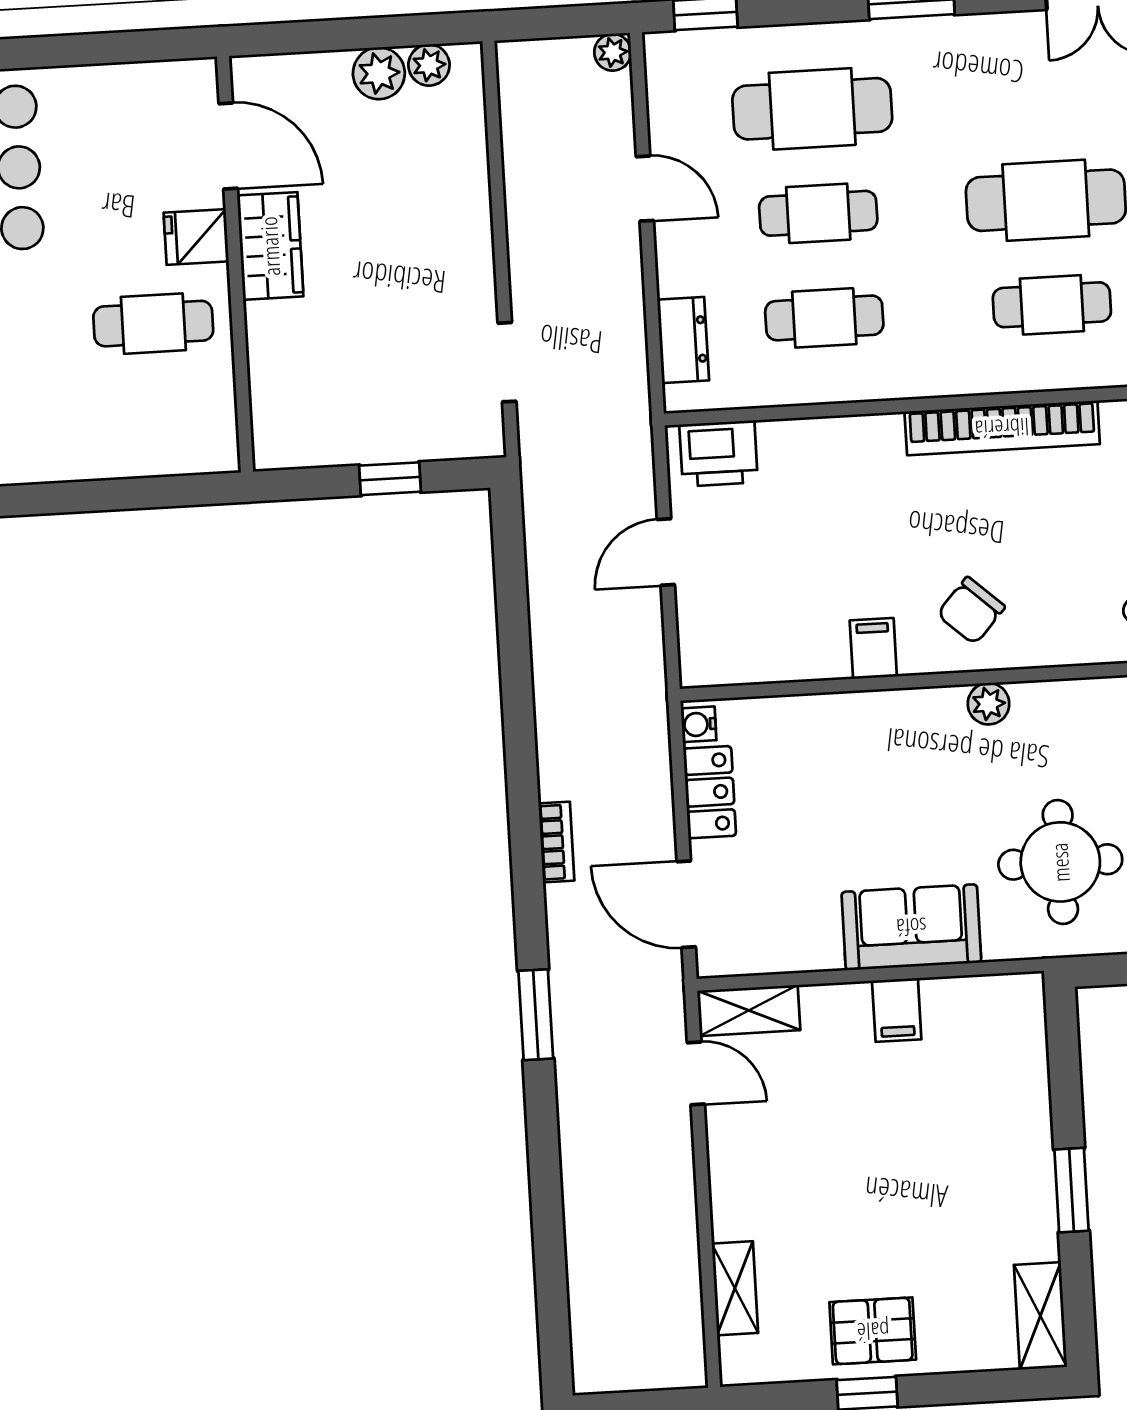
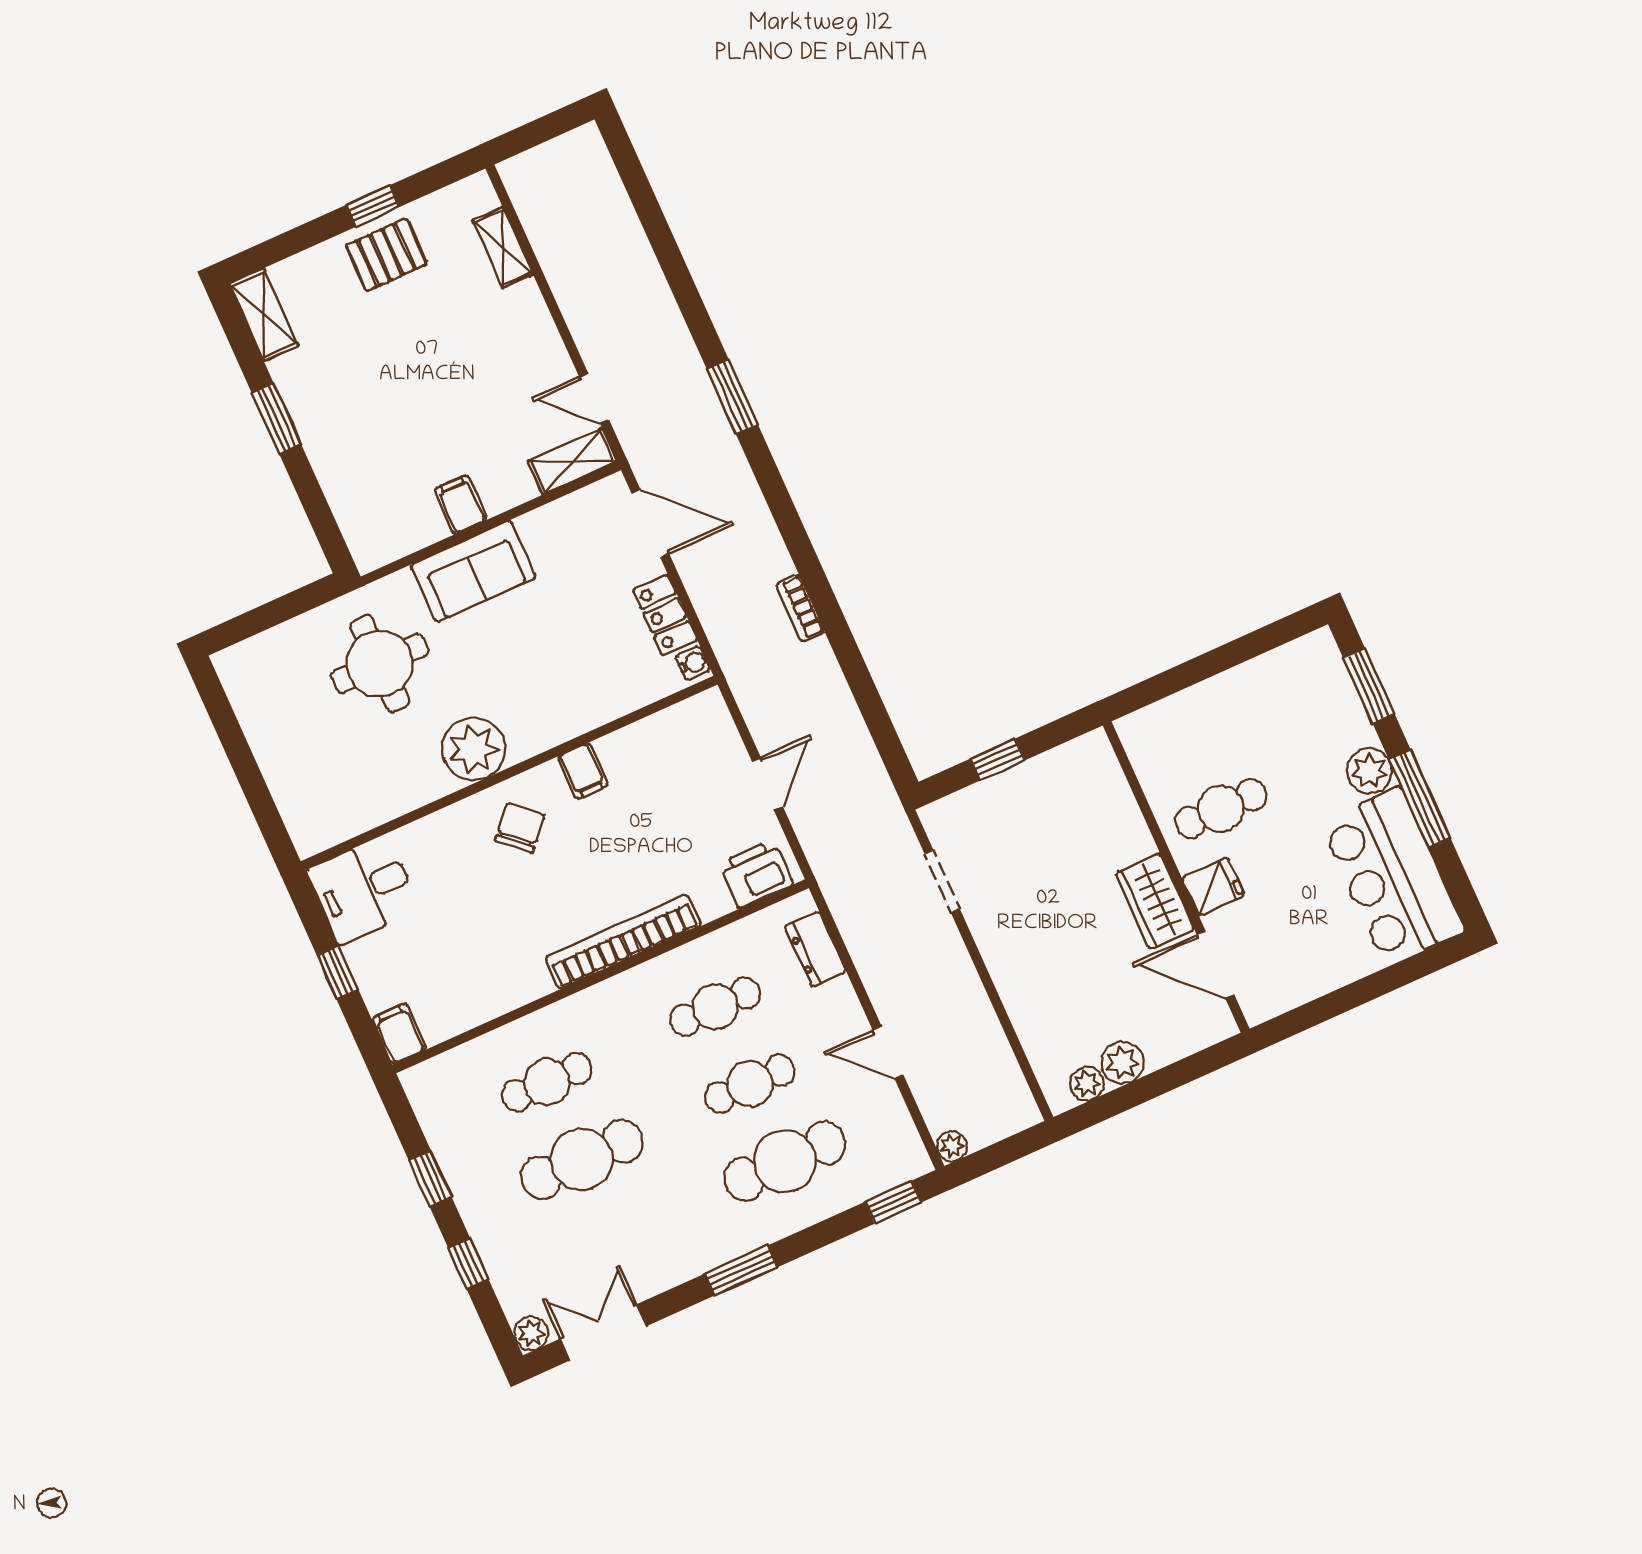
bookcase: (1002, 428) -> (623, 942), moved
plant: (989, 704) -> (474, 749), width x1.88, depth x1.88
bookcase: (556, 842) -> (800, 608), moved

